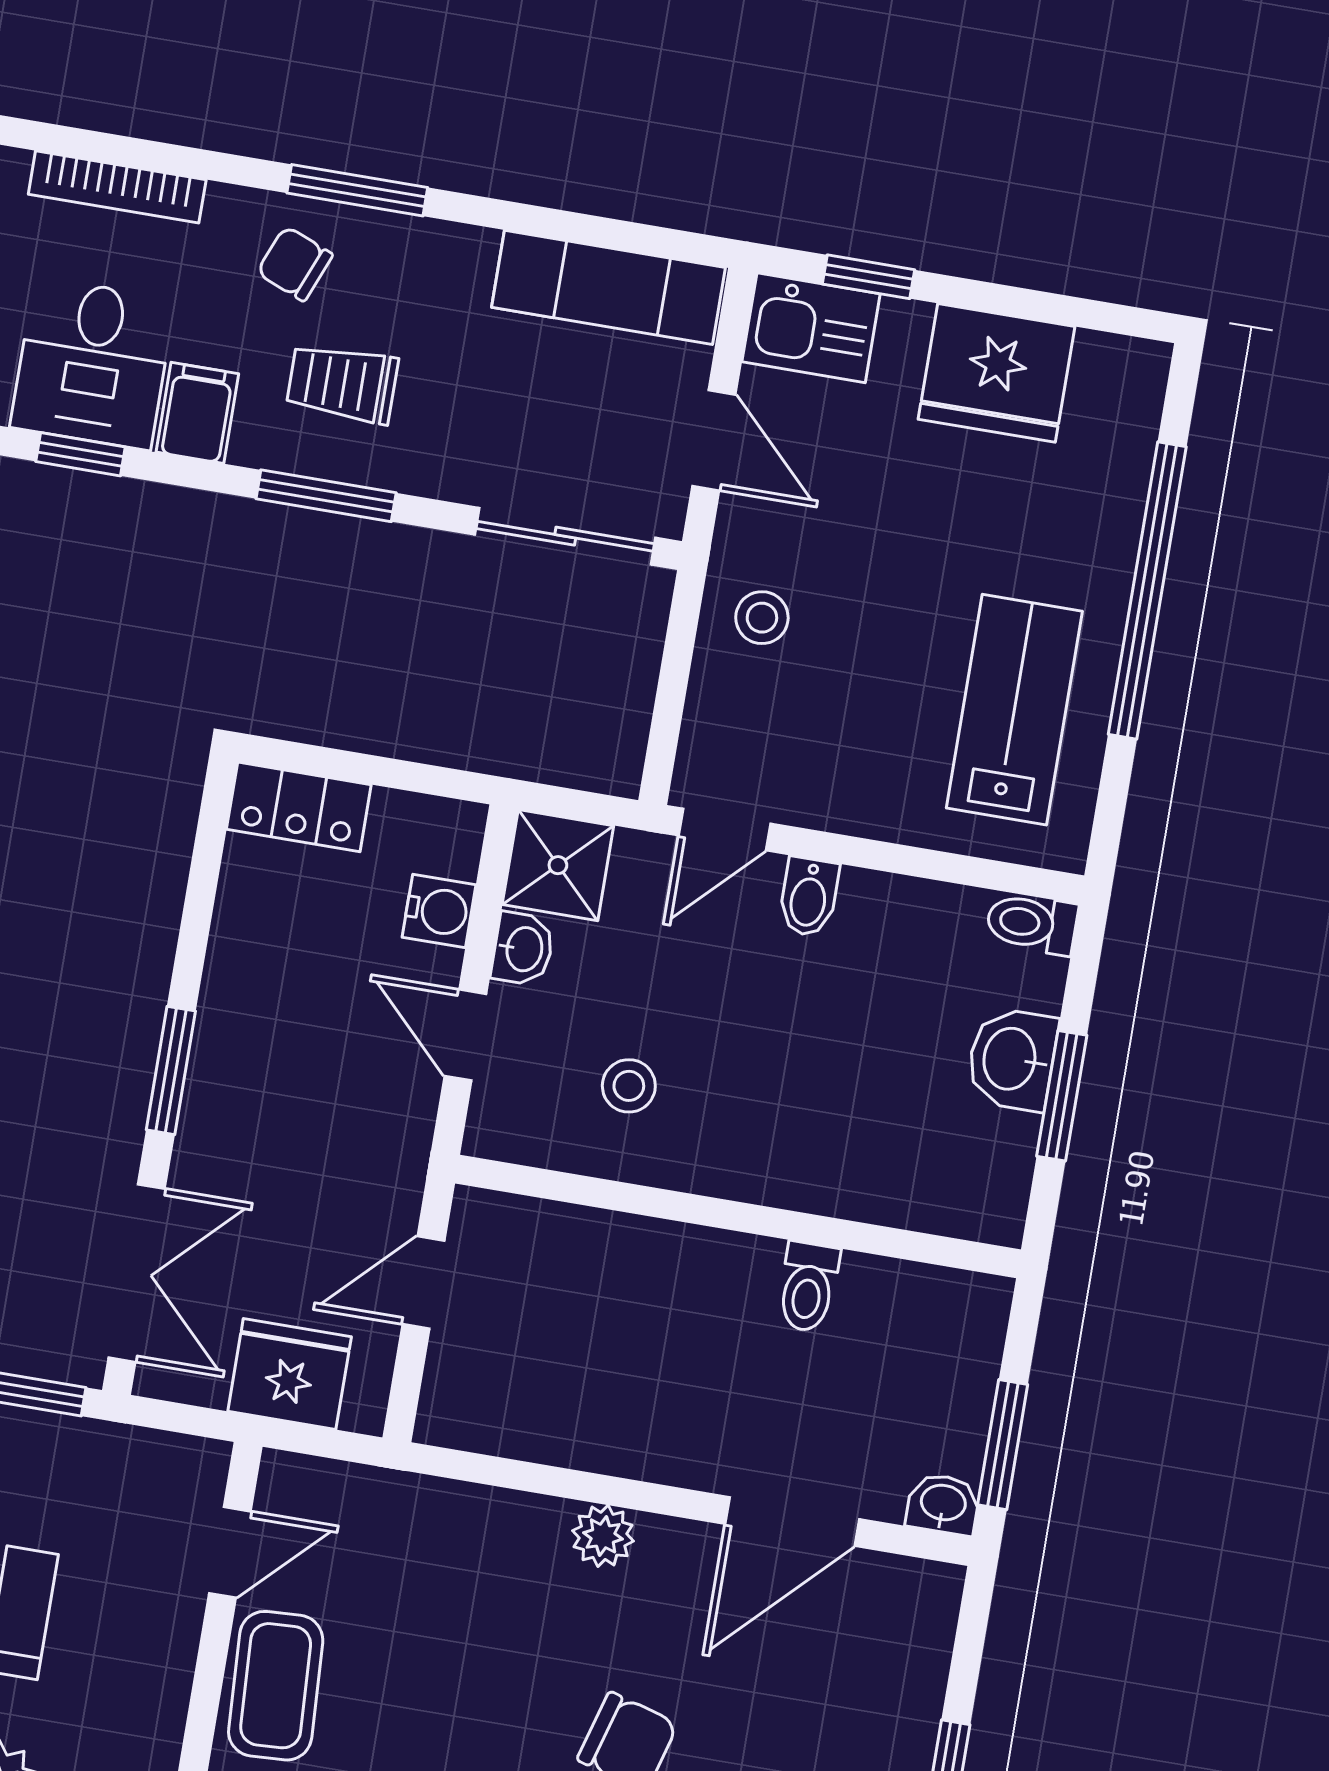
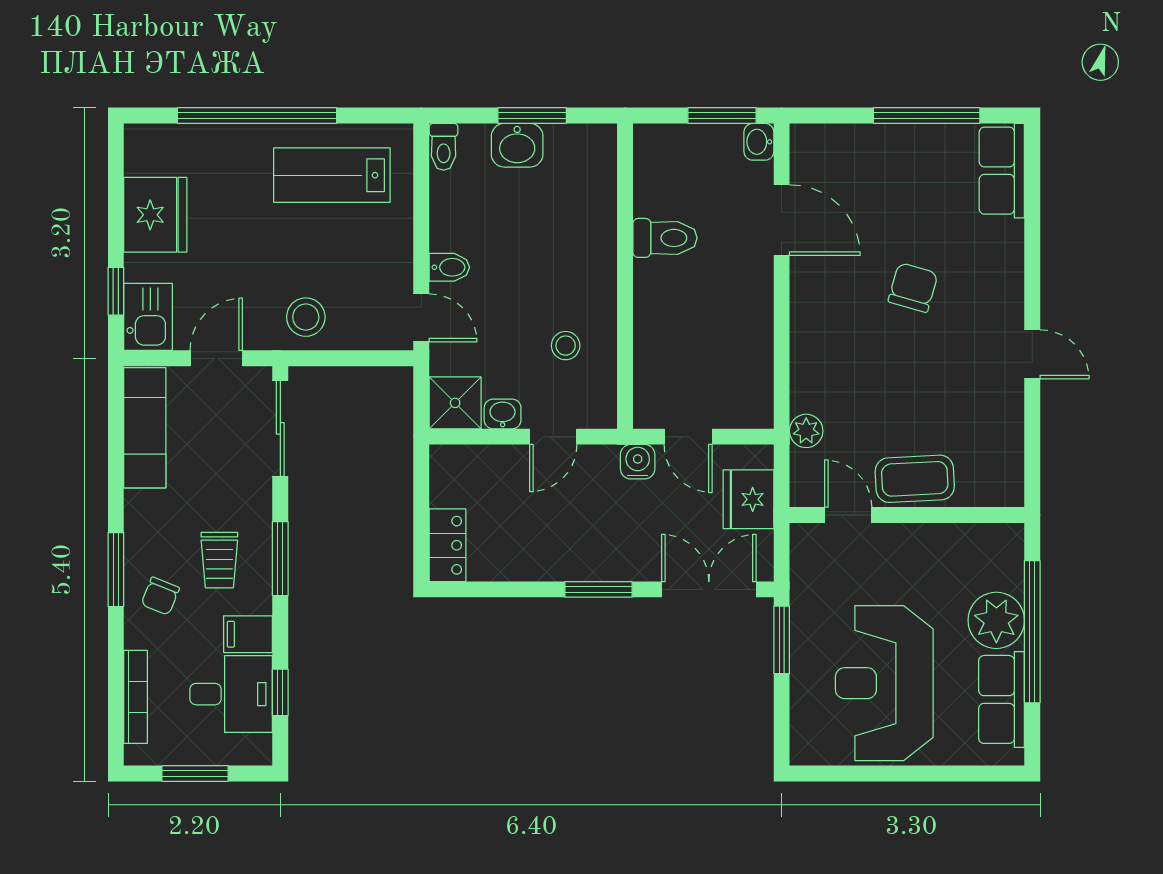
stool: (762, 618) -> (306, 317), width x1.37, depth x1.37
water cooler: (439, 911) -> (638, 462), moved
toilet: (808, 1287) -> (665, 238), width x1.37, depth x1.39
plant: (603, 1536) -> (806, 431), moved

